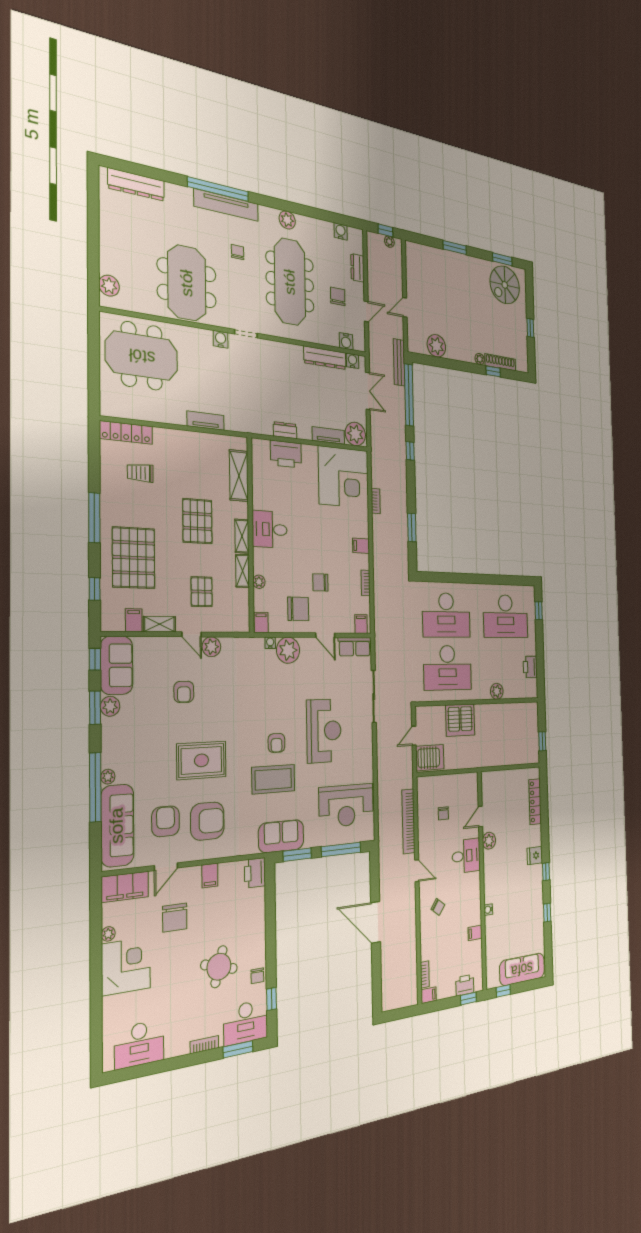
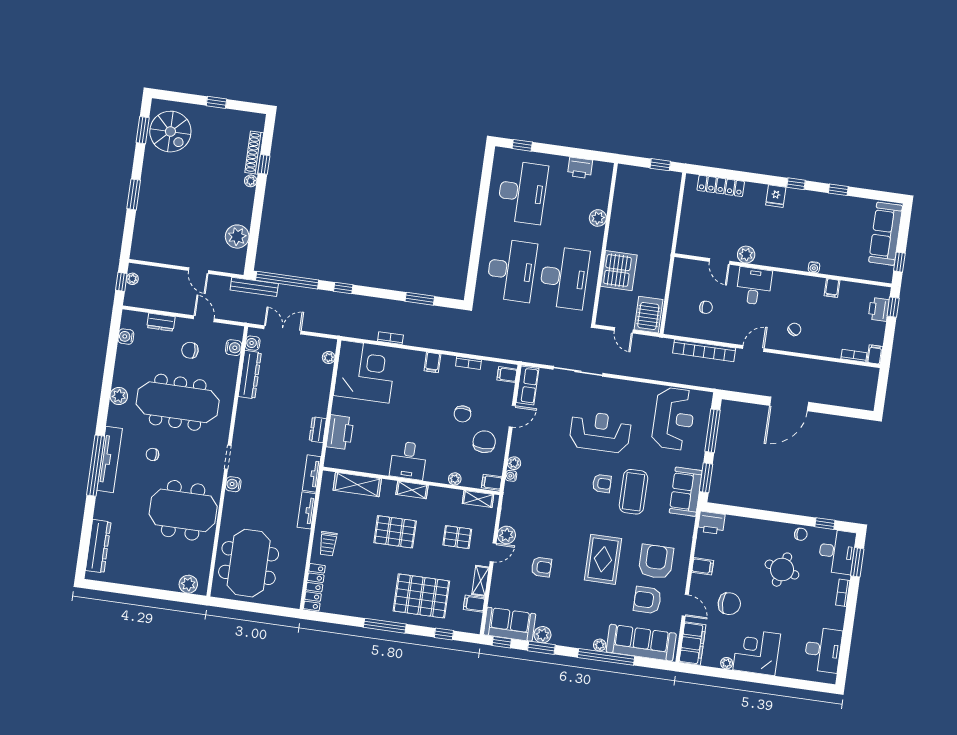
plant: (355, 434) -> (329, 358), width x0.53, depth x0.53
tv unit: (328, 436) -> (312, 473), moved
trolley: (140, 473) -> (328, 544), moved
shelving: (242, 571) -> (478, 499), moved
plant: (288, 650) -> (514, 463), width x0.53, depth x0.53

